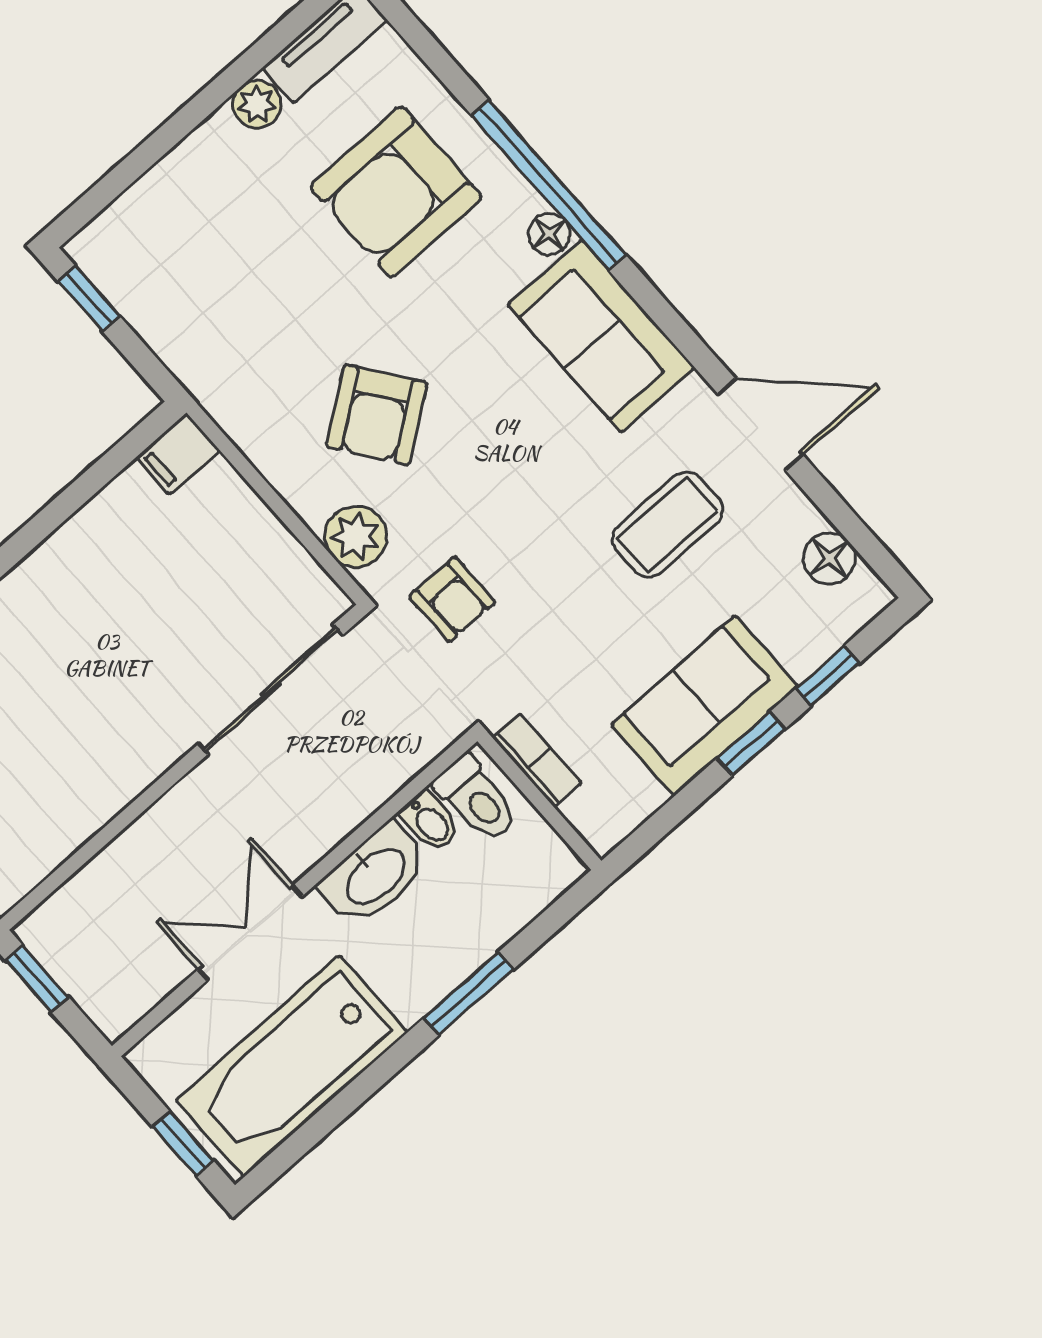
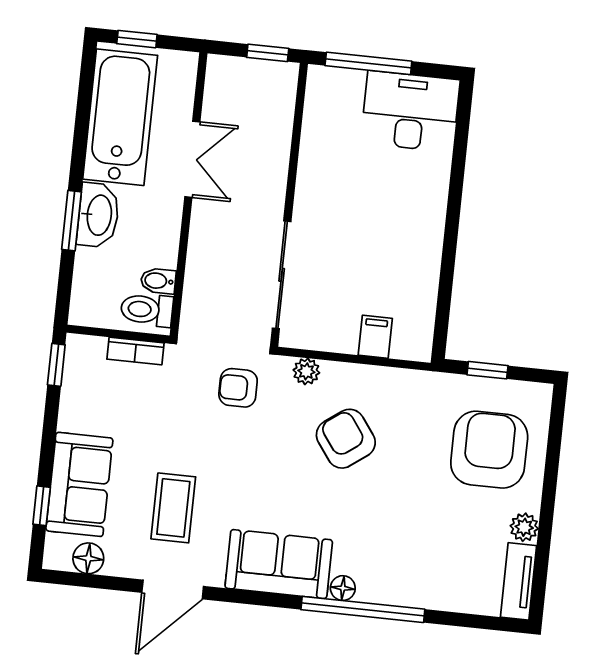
armchair: (396, 192) -> (489, 450), moved
window: (89, 299) -> (487, 370), moved
filing cabinet: (178, 454) -> (375, 337), moved
plant: (356, 537) -> (306, 371), width x0.73, depth x0.73
sofa: (705, 706) -> (79, 484), moved
window: (751, 744) -> (56, 365), moved
washbasin: (375, 875) -> (98, 215), moved, turned 180

